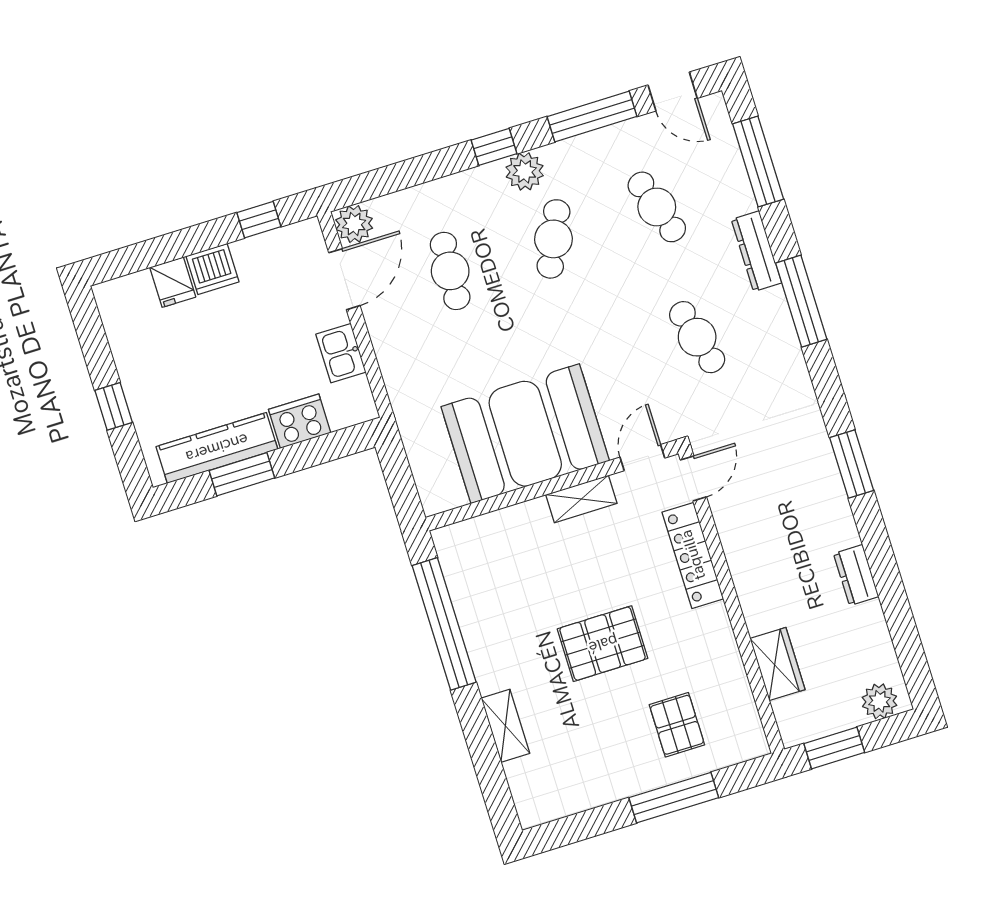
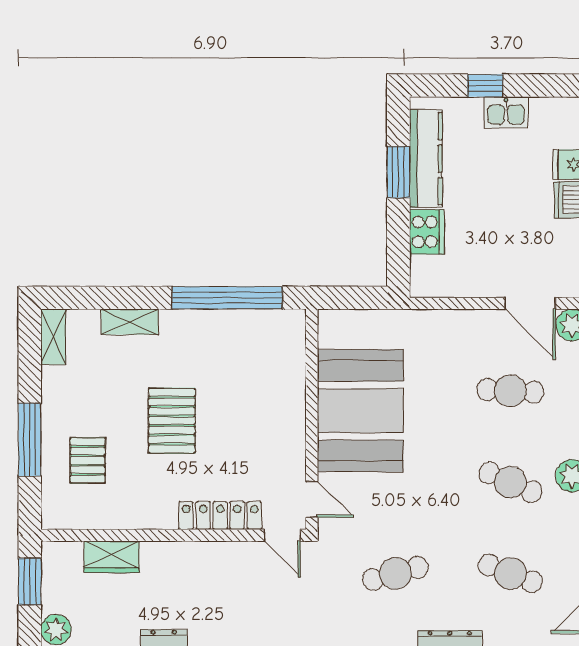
cafe table: (657, 207) -> (510, 573), turned 39
kitchen sink: (341, 353) -> (506, 112), moved, turned 180
shelving: (581, 499) -> (53, 337), moved
pallet: (677, 725) -> (88, 460), turned 90

